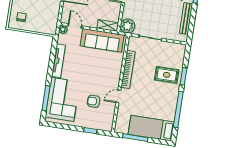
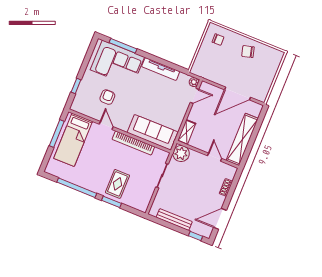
sofa: (102, 40) -> (152, 132), moved, turned 90
bed: (151, 128) -> (73, 140), moved, turned 180

